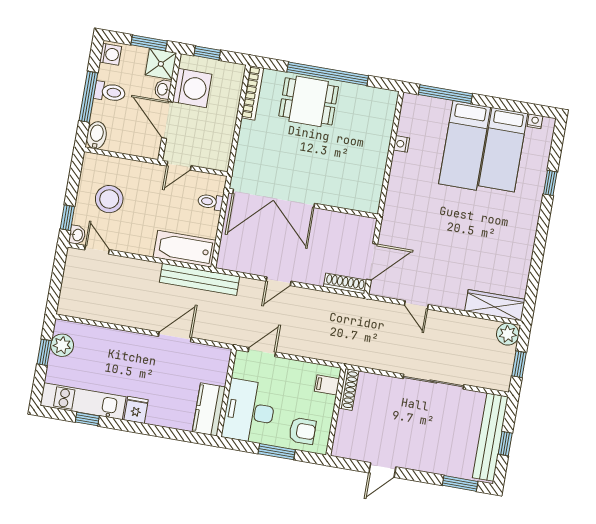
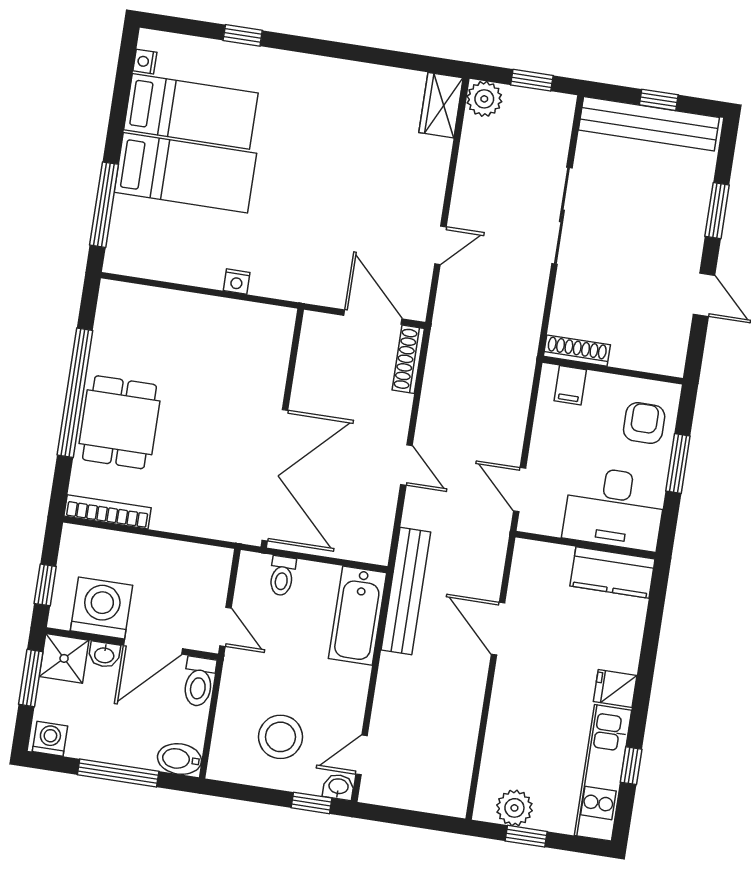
toilet: (110, 92) -> (199, 682), moved, turned 180
nightstand: (401, 144) -> (237, 281), moved
wardrobe: (495, 305) -> (441, 105), width x0.67
window: (460, 483) -> (717, 211), moved

